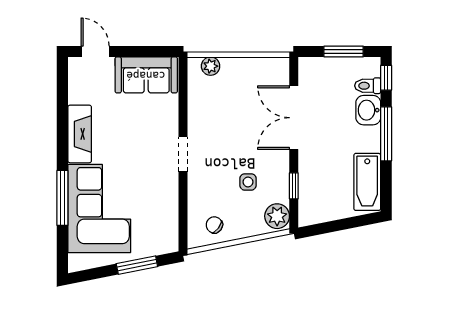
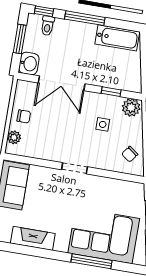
chair: (241, 75) -> (24, 116), added
washbasin: (368, 110) -> (29, 64), moved, turned -90
fireplace: (80, 134) -> (33, 238), moved

